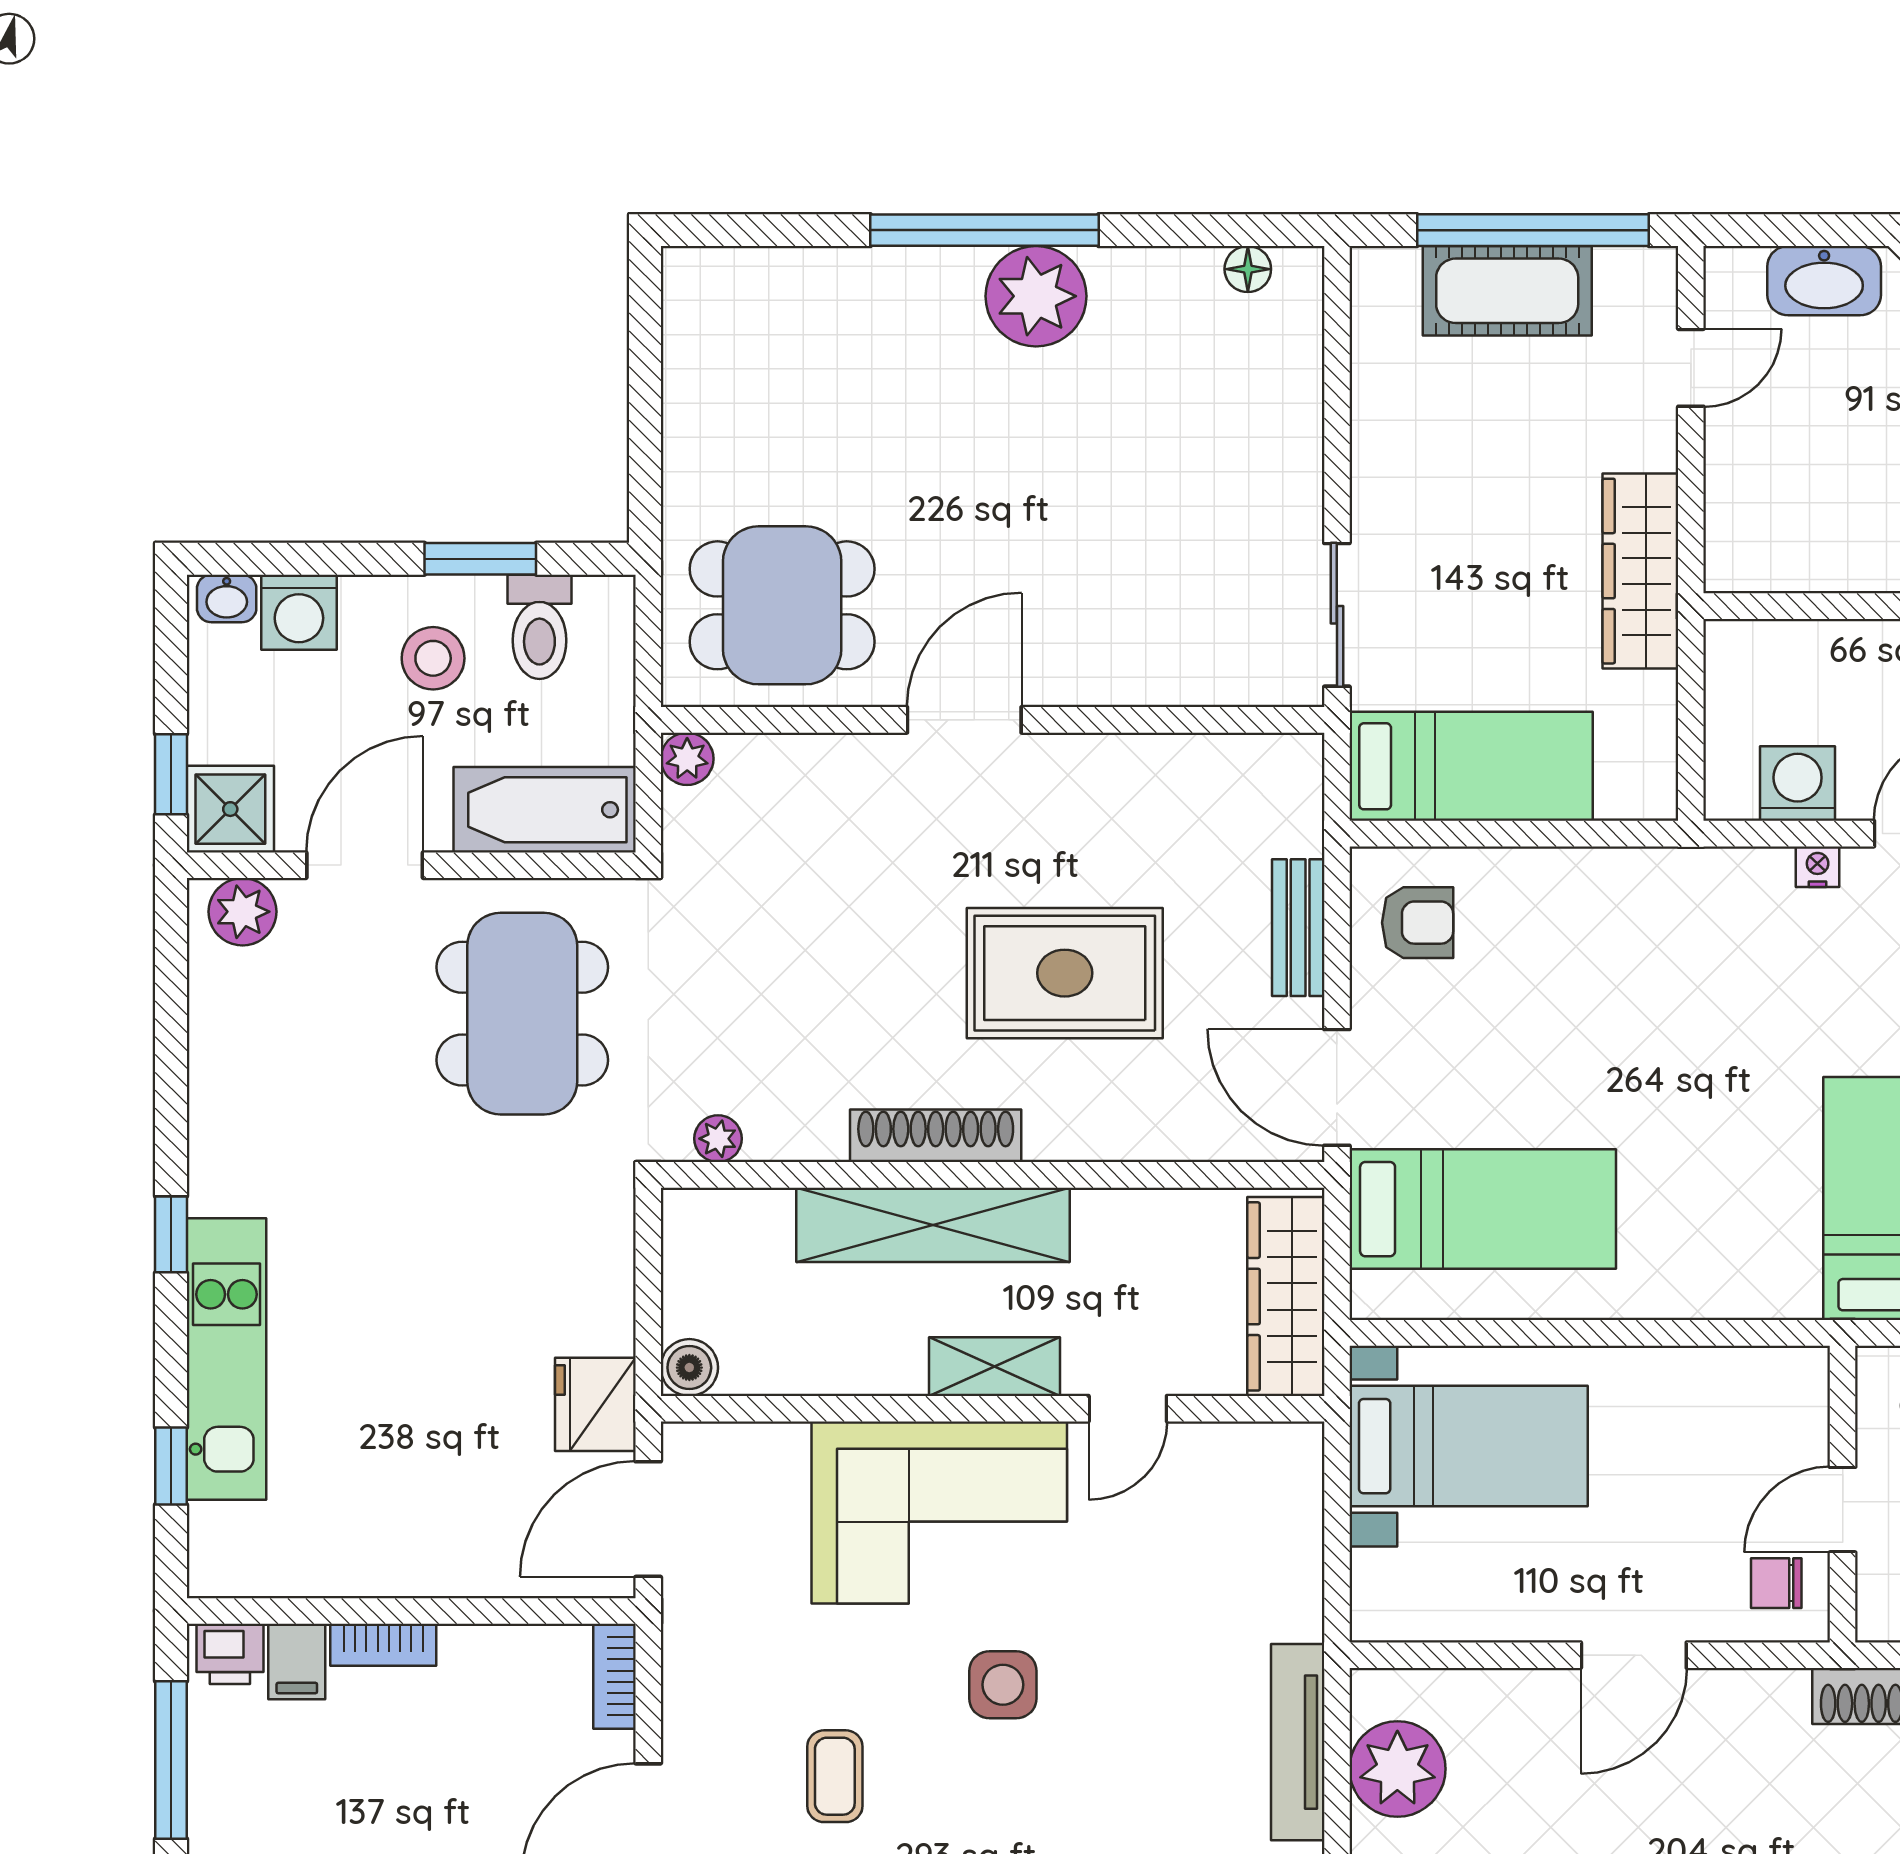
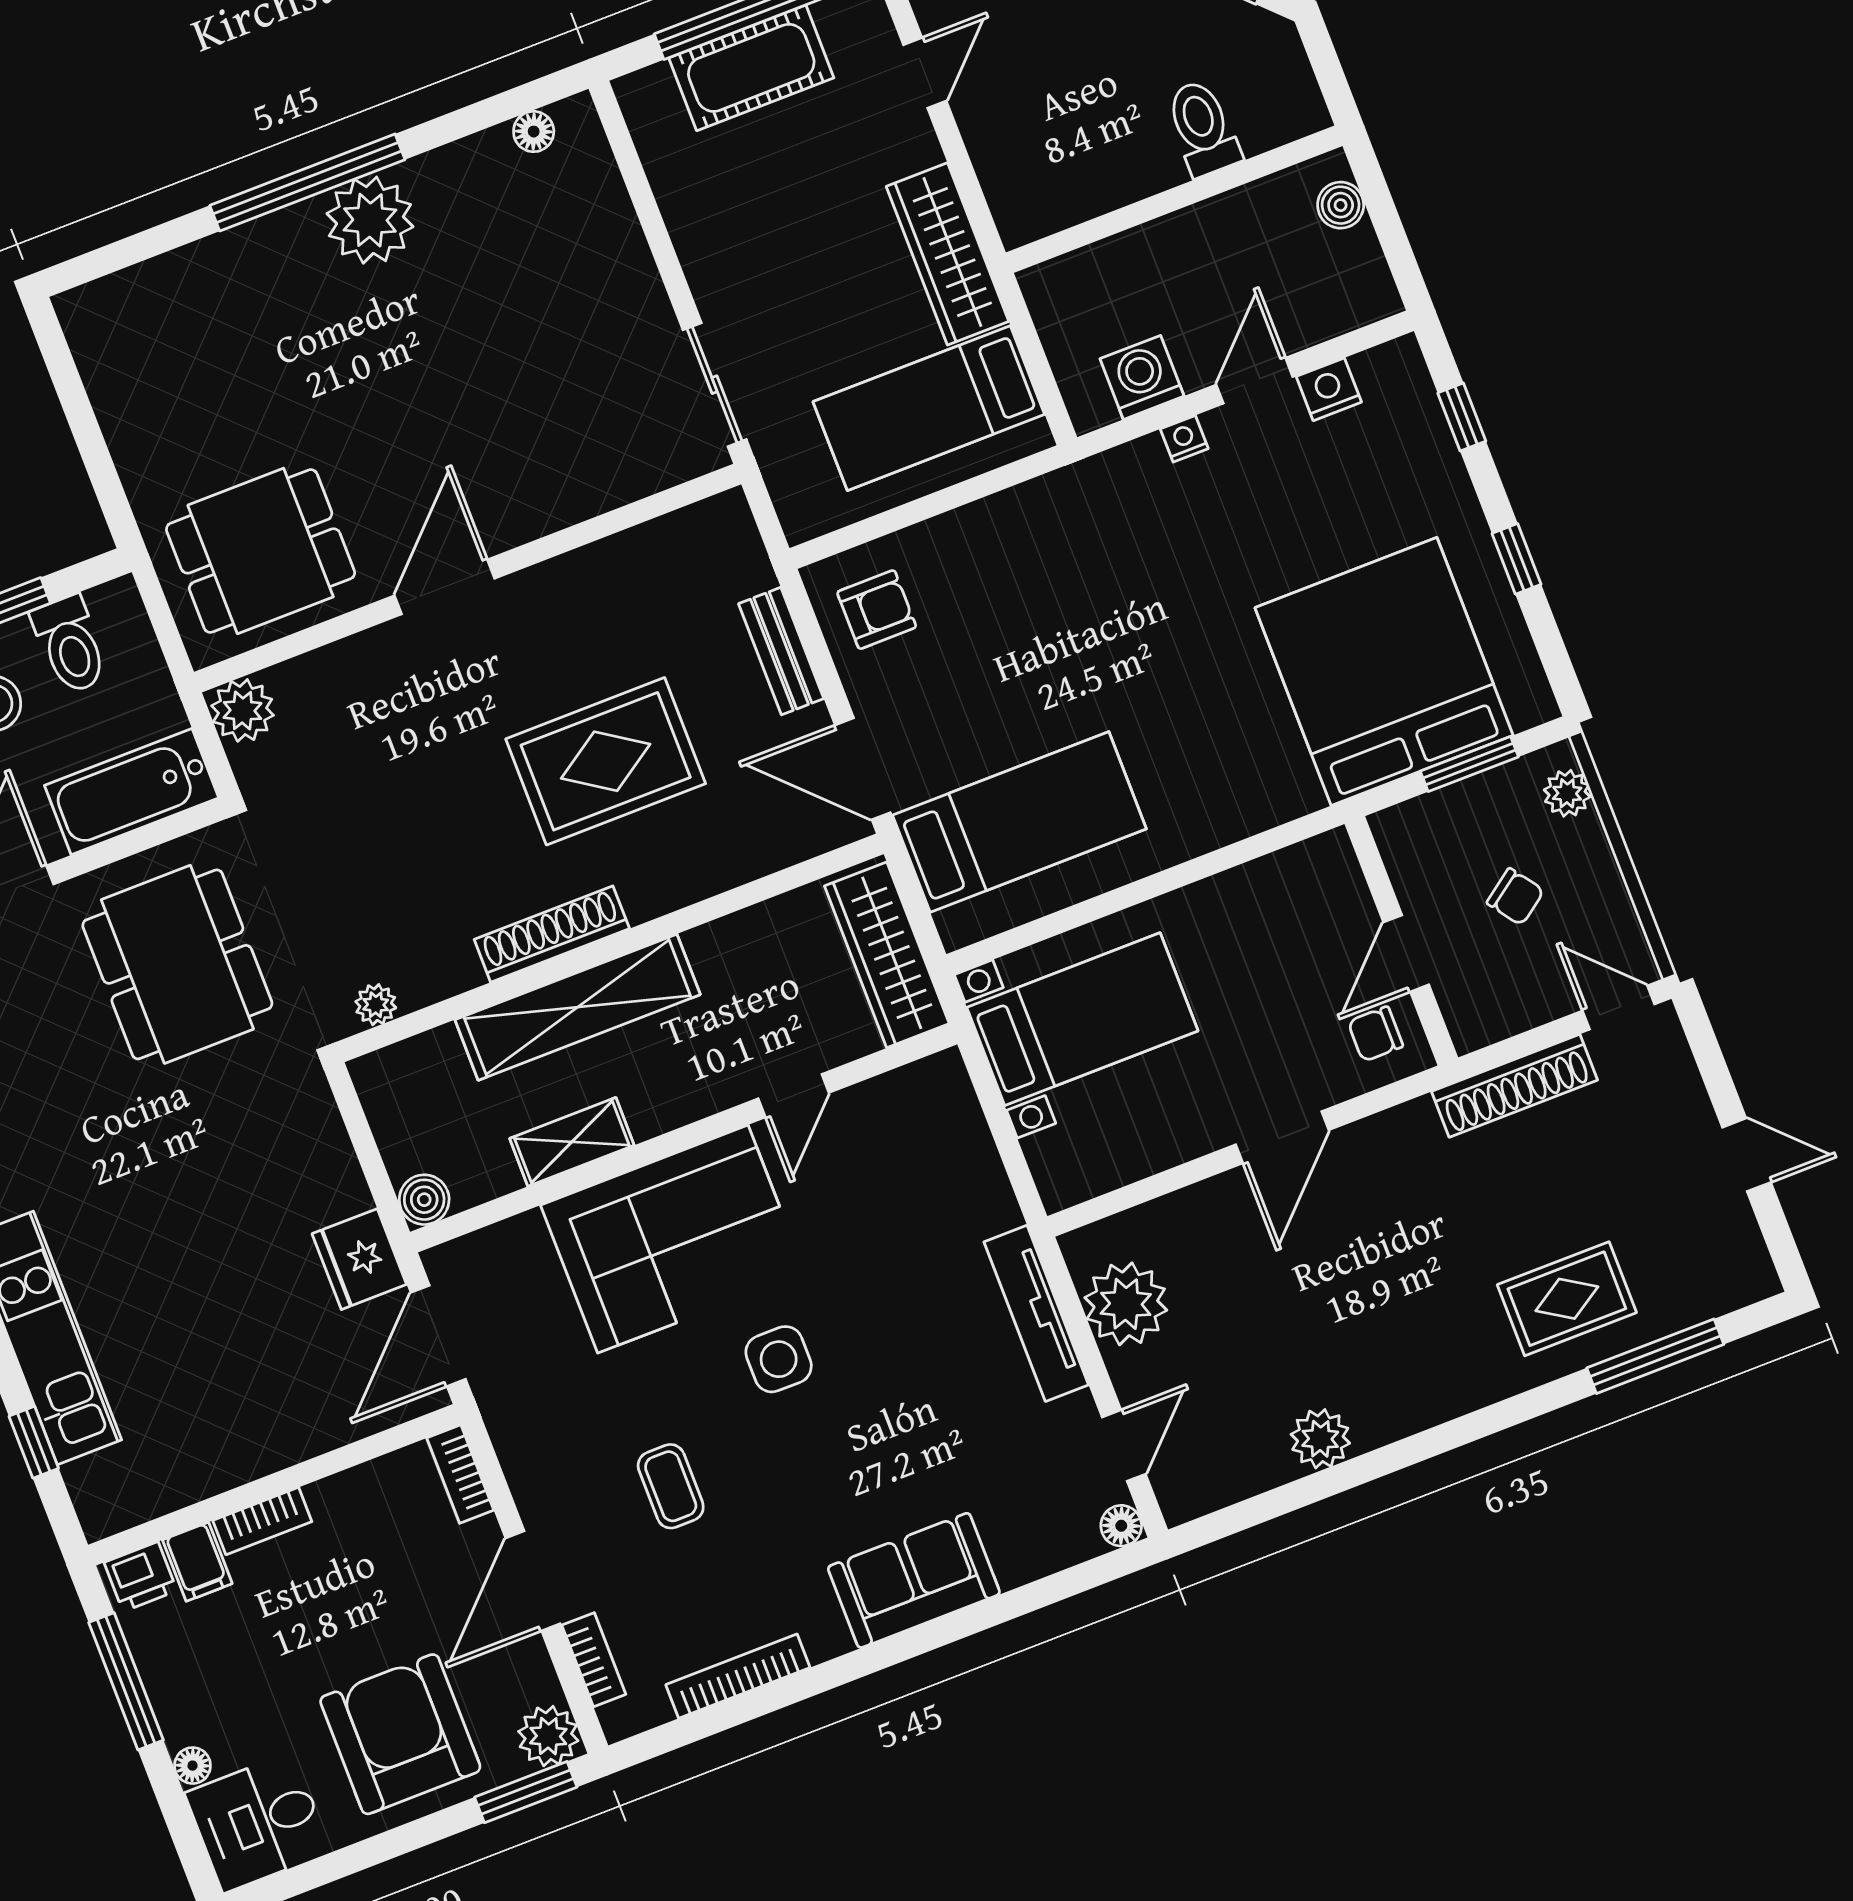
plant: (687, 759) -> (243, 710), width x1.38, depth x1.38
bed: (1471, 766) -> (929, 408), moved, turned 180
shelving: (995, 1367) -> (572, 1142), moved

